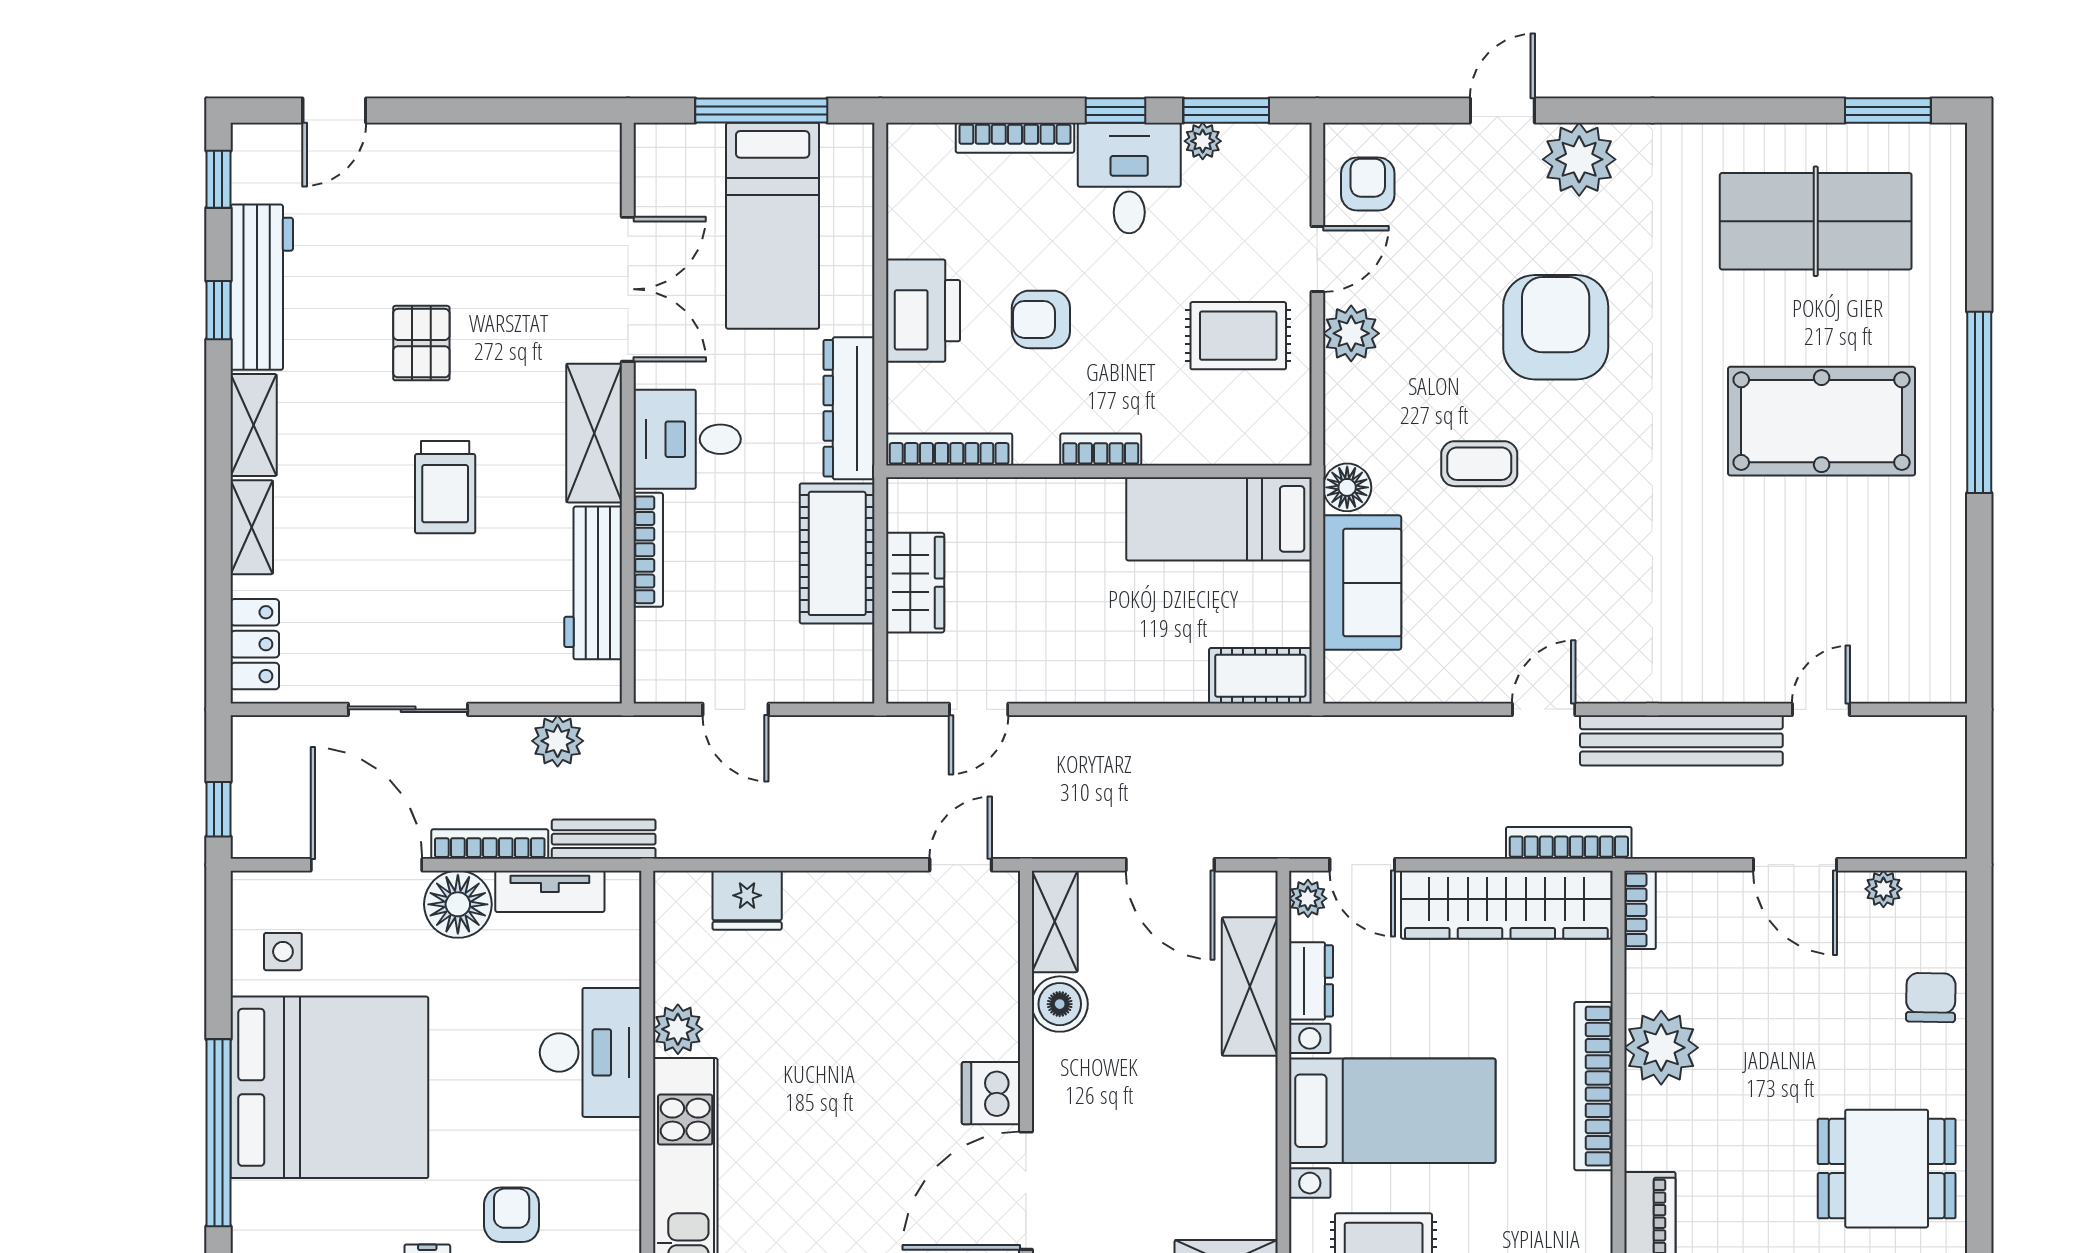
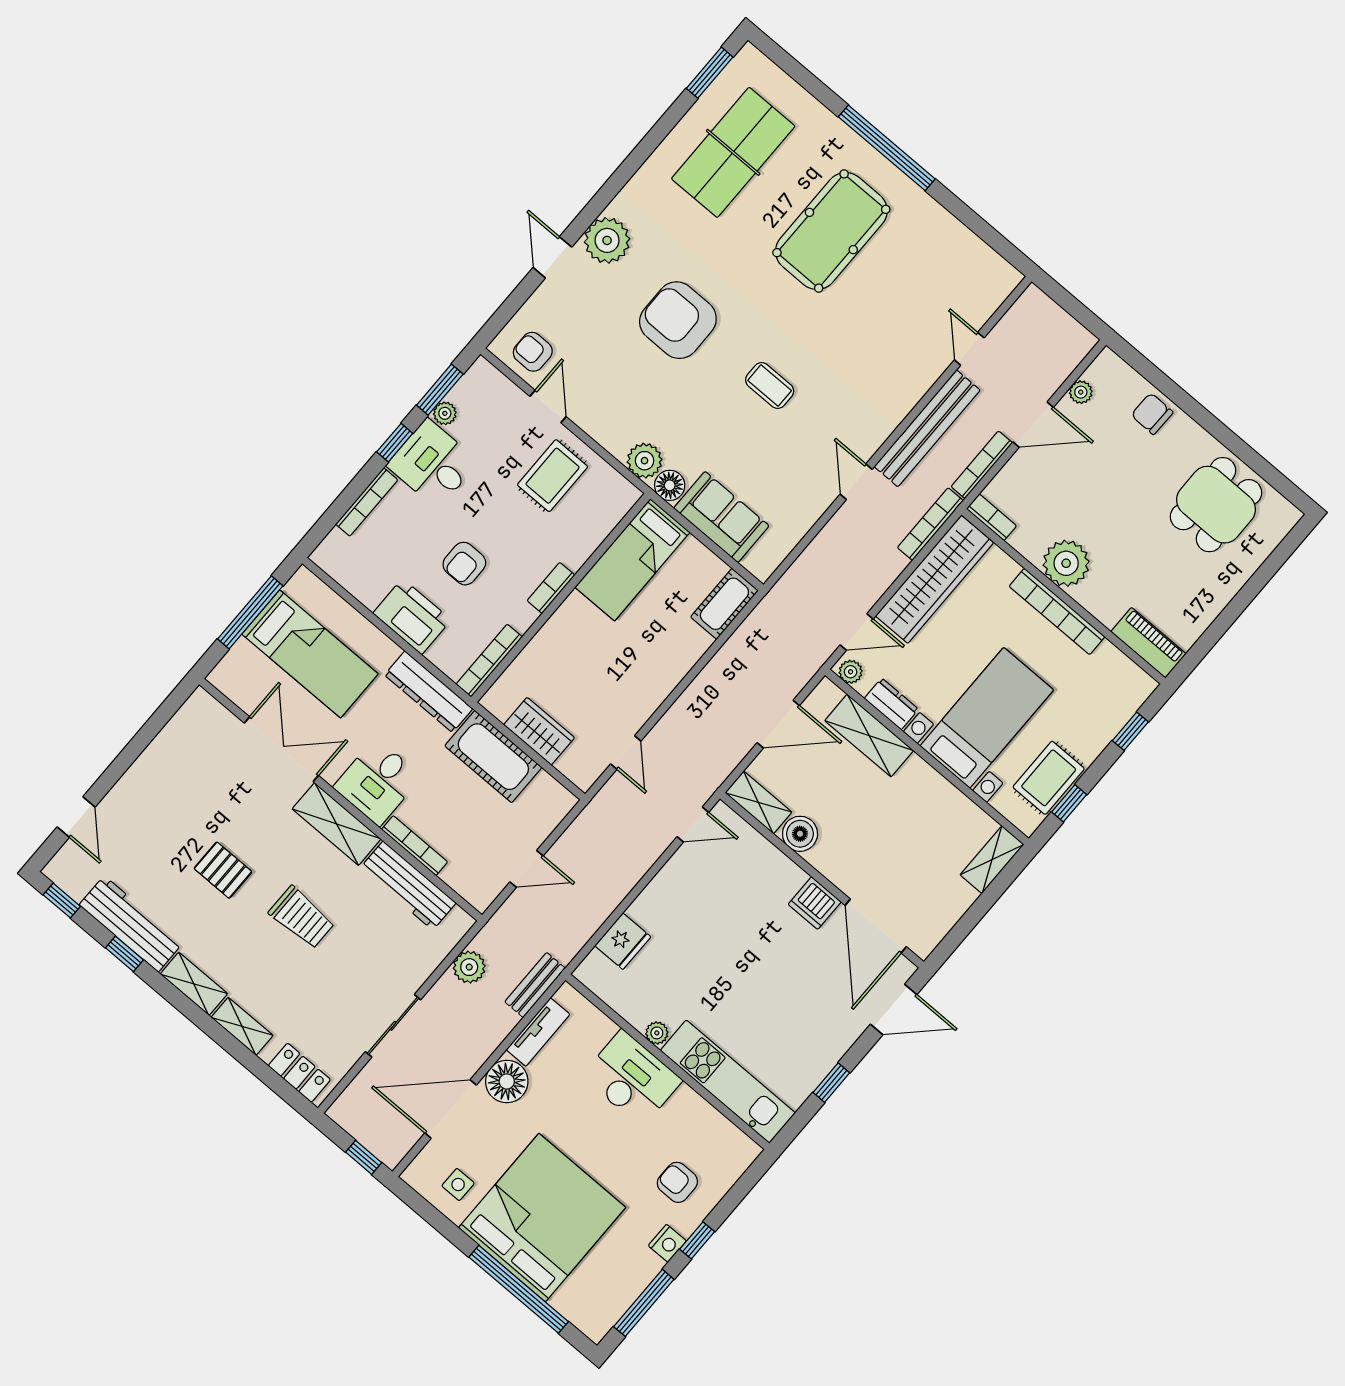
plant: (1351, 333) -> (645, 461), moved
coffee table: (1479, 464) -> (770, 385), moved, turned 90
bookcase: (490, 844) -> (982, 465), moved
door: (961, 865) -> (693, 824), swing flipped
plant: (678, 1029) -> (657, 1033), width x0.73, depth x0.73

